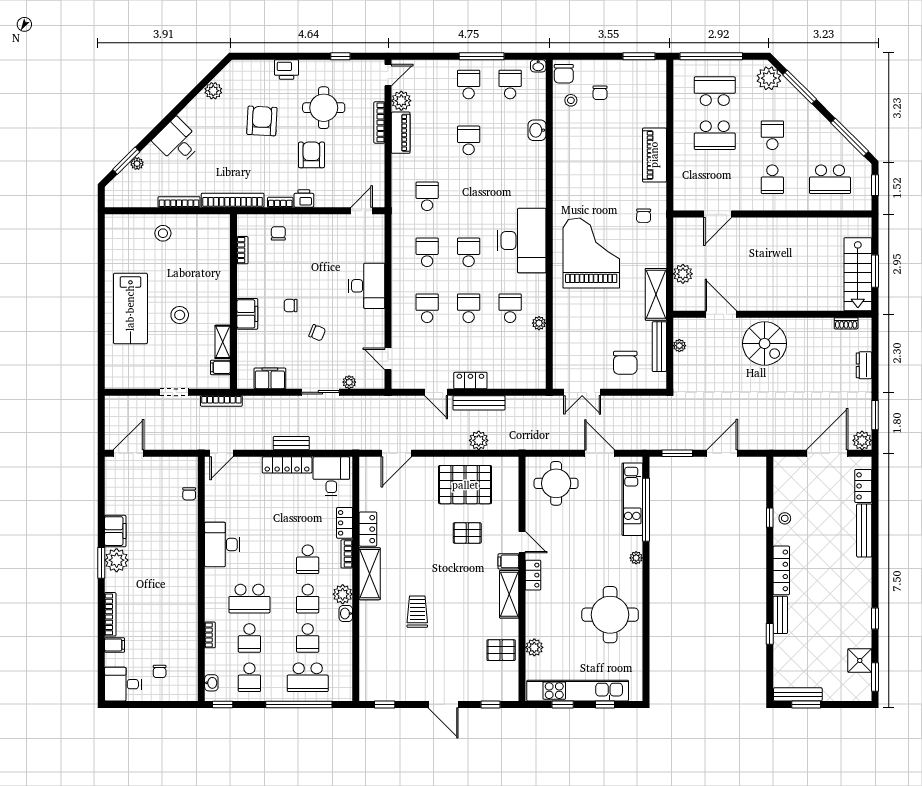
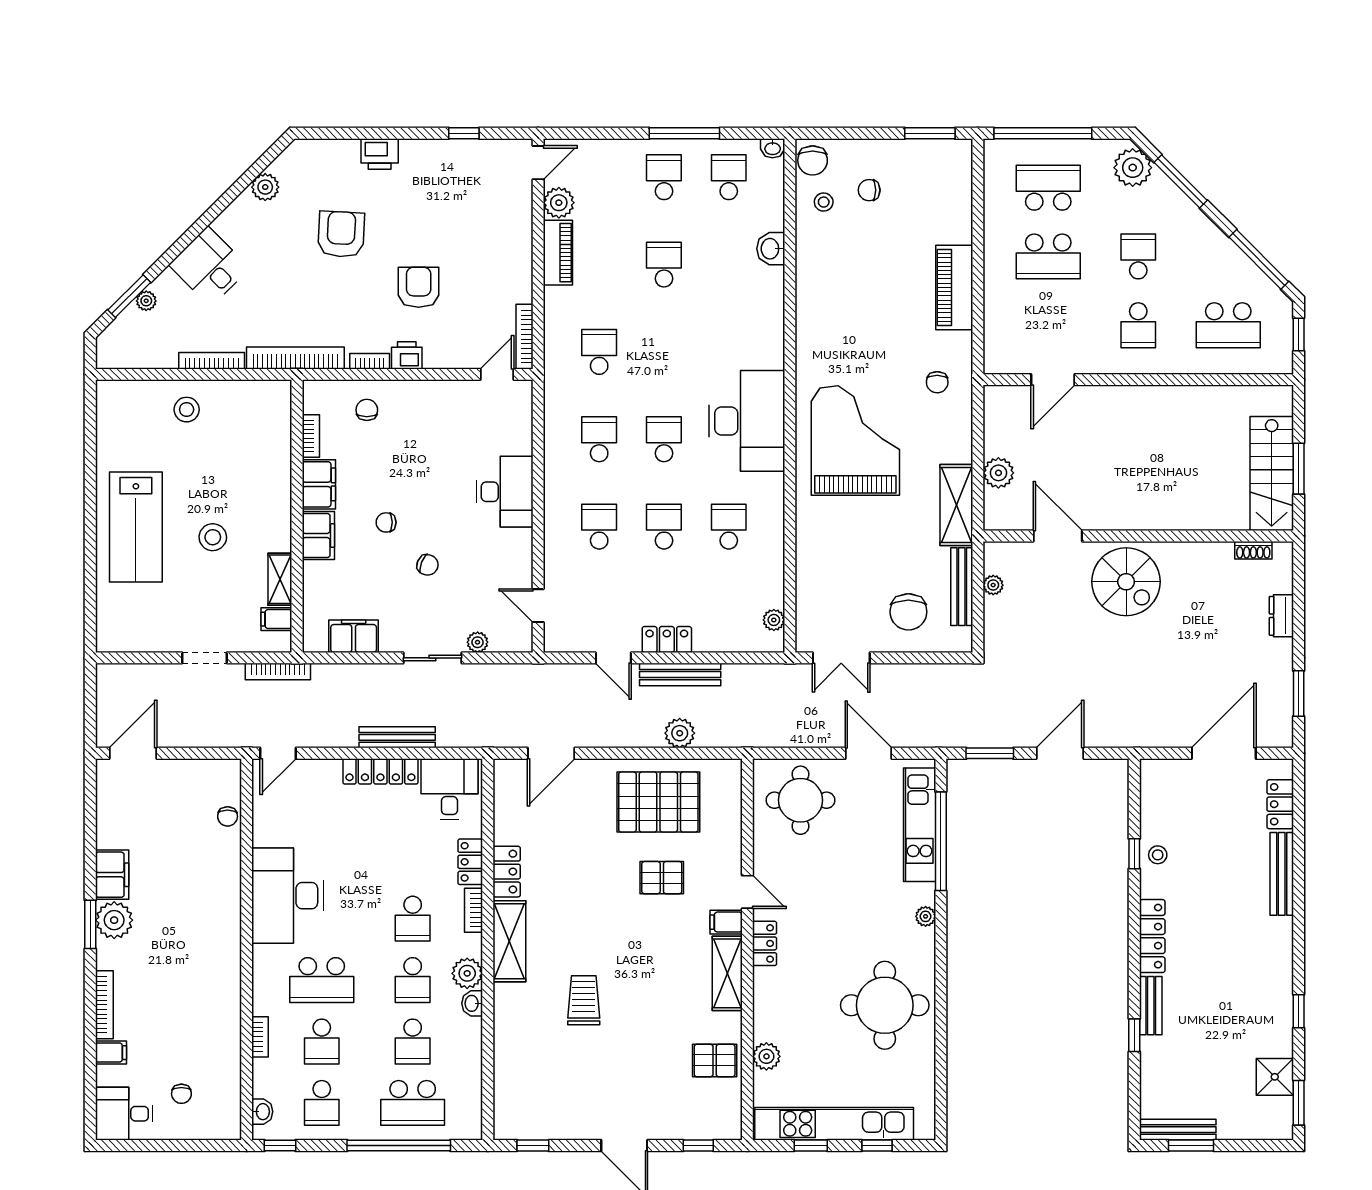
chair: (600, 93) -> (869, 190), turned 90
round table: (324, 108) -> (438, 214), removed
bookcase: (379, 122) -> (524, 337), moved
filing cabinet: (248, 281) -> (319, 484), added
plant: (539, 323) -> (774, 620), moved
plant: (862, 440) -> (1278, 733), removed
bench: (291, 443) -> (397, 737), width x1.36
desk: (222, 545) -> (288, 896), width x1.36, depth x1.30

